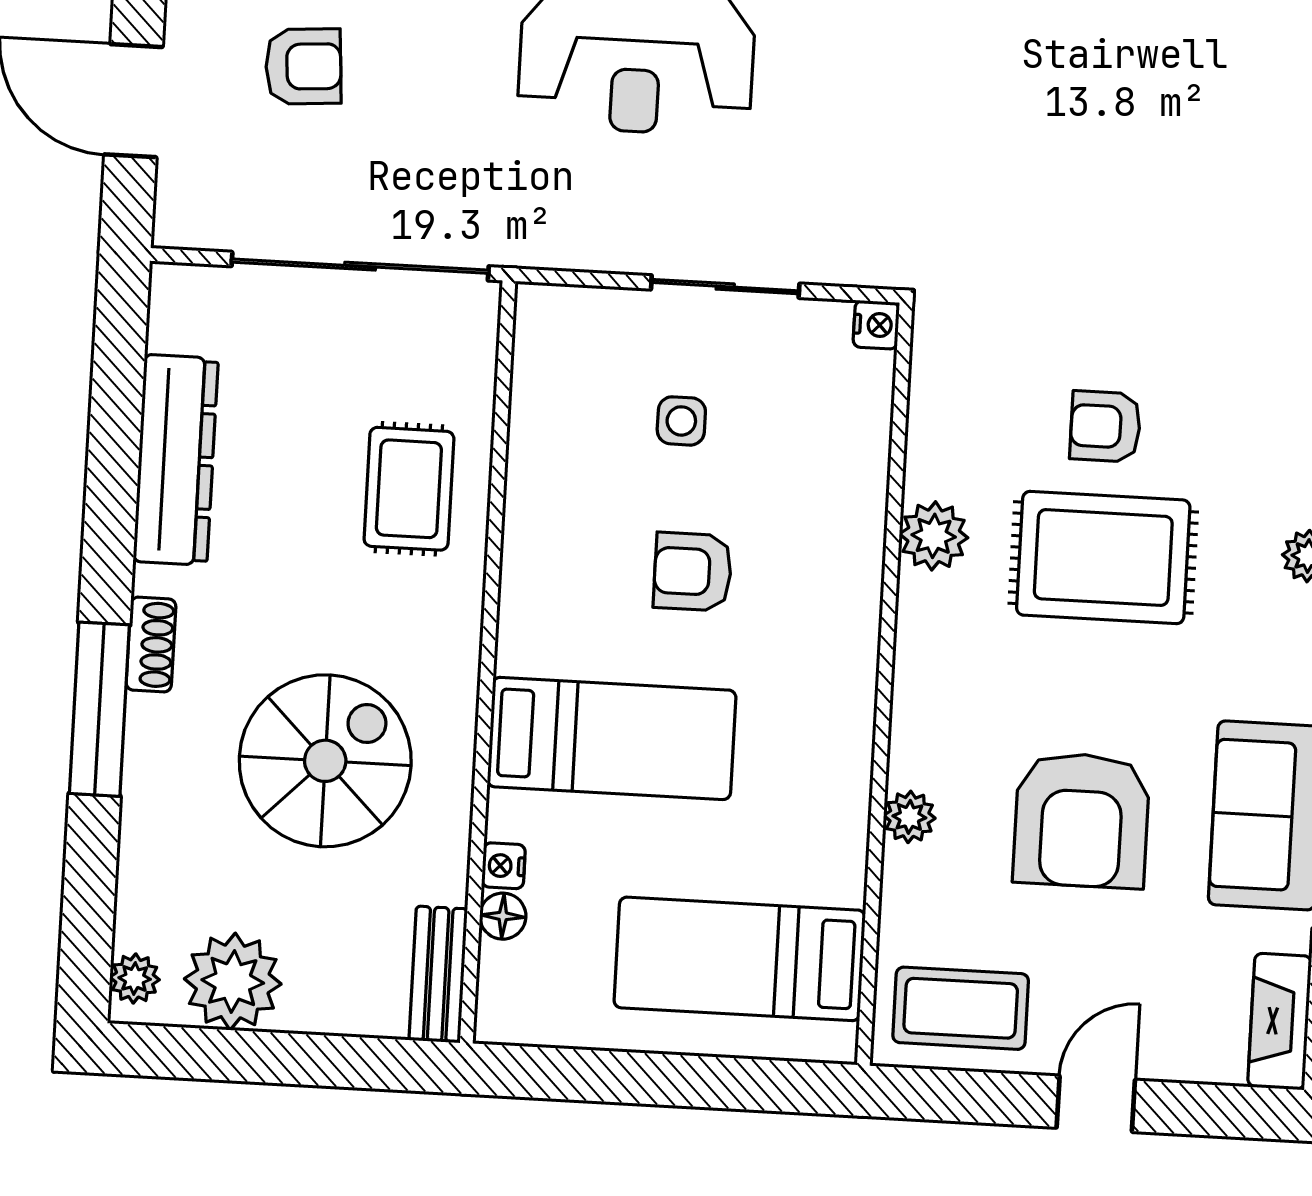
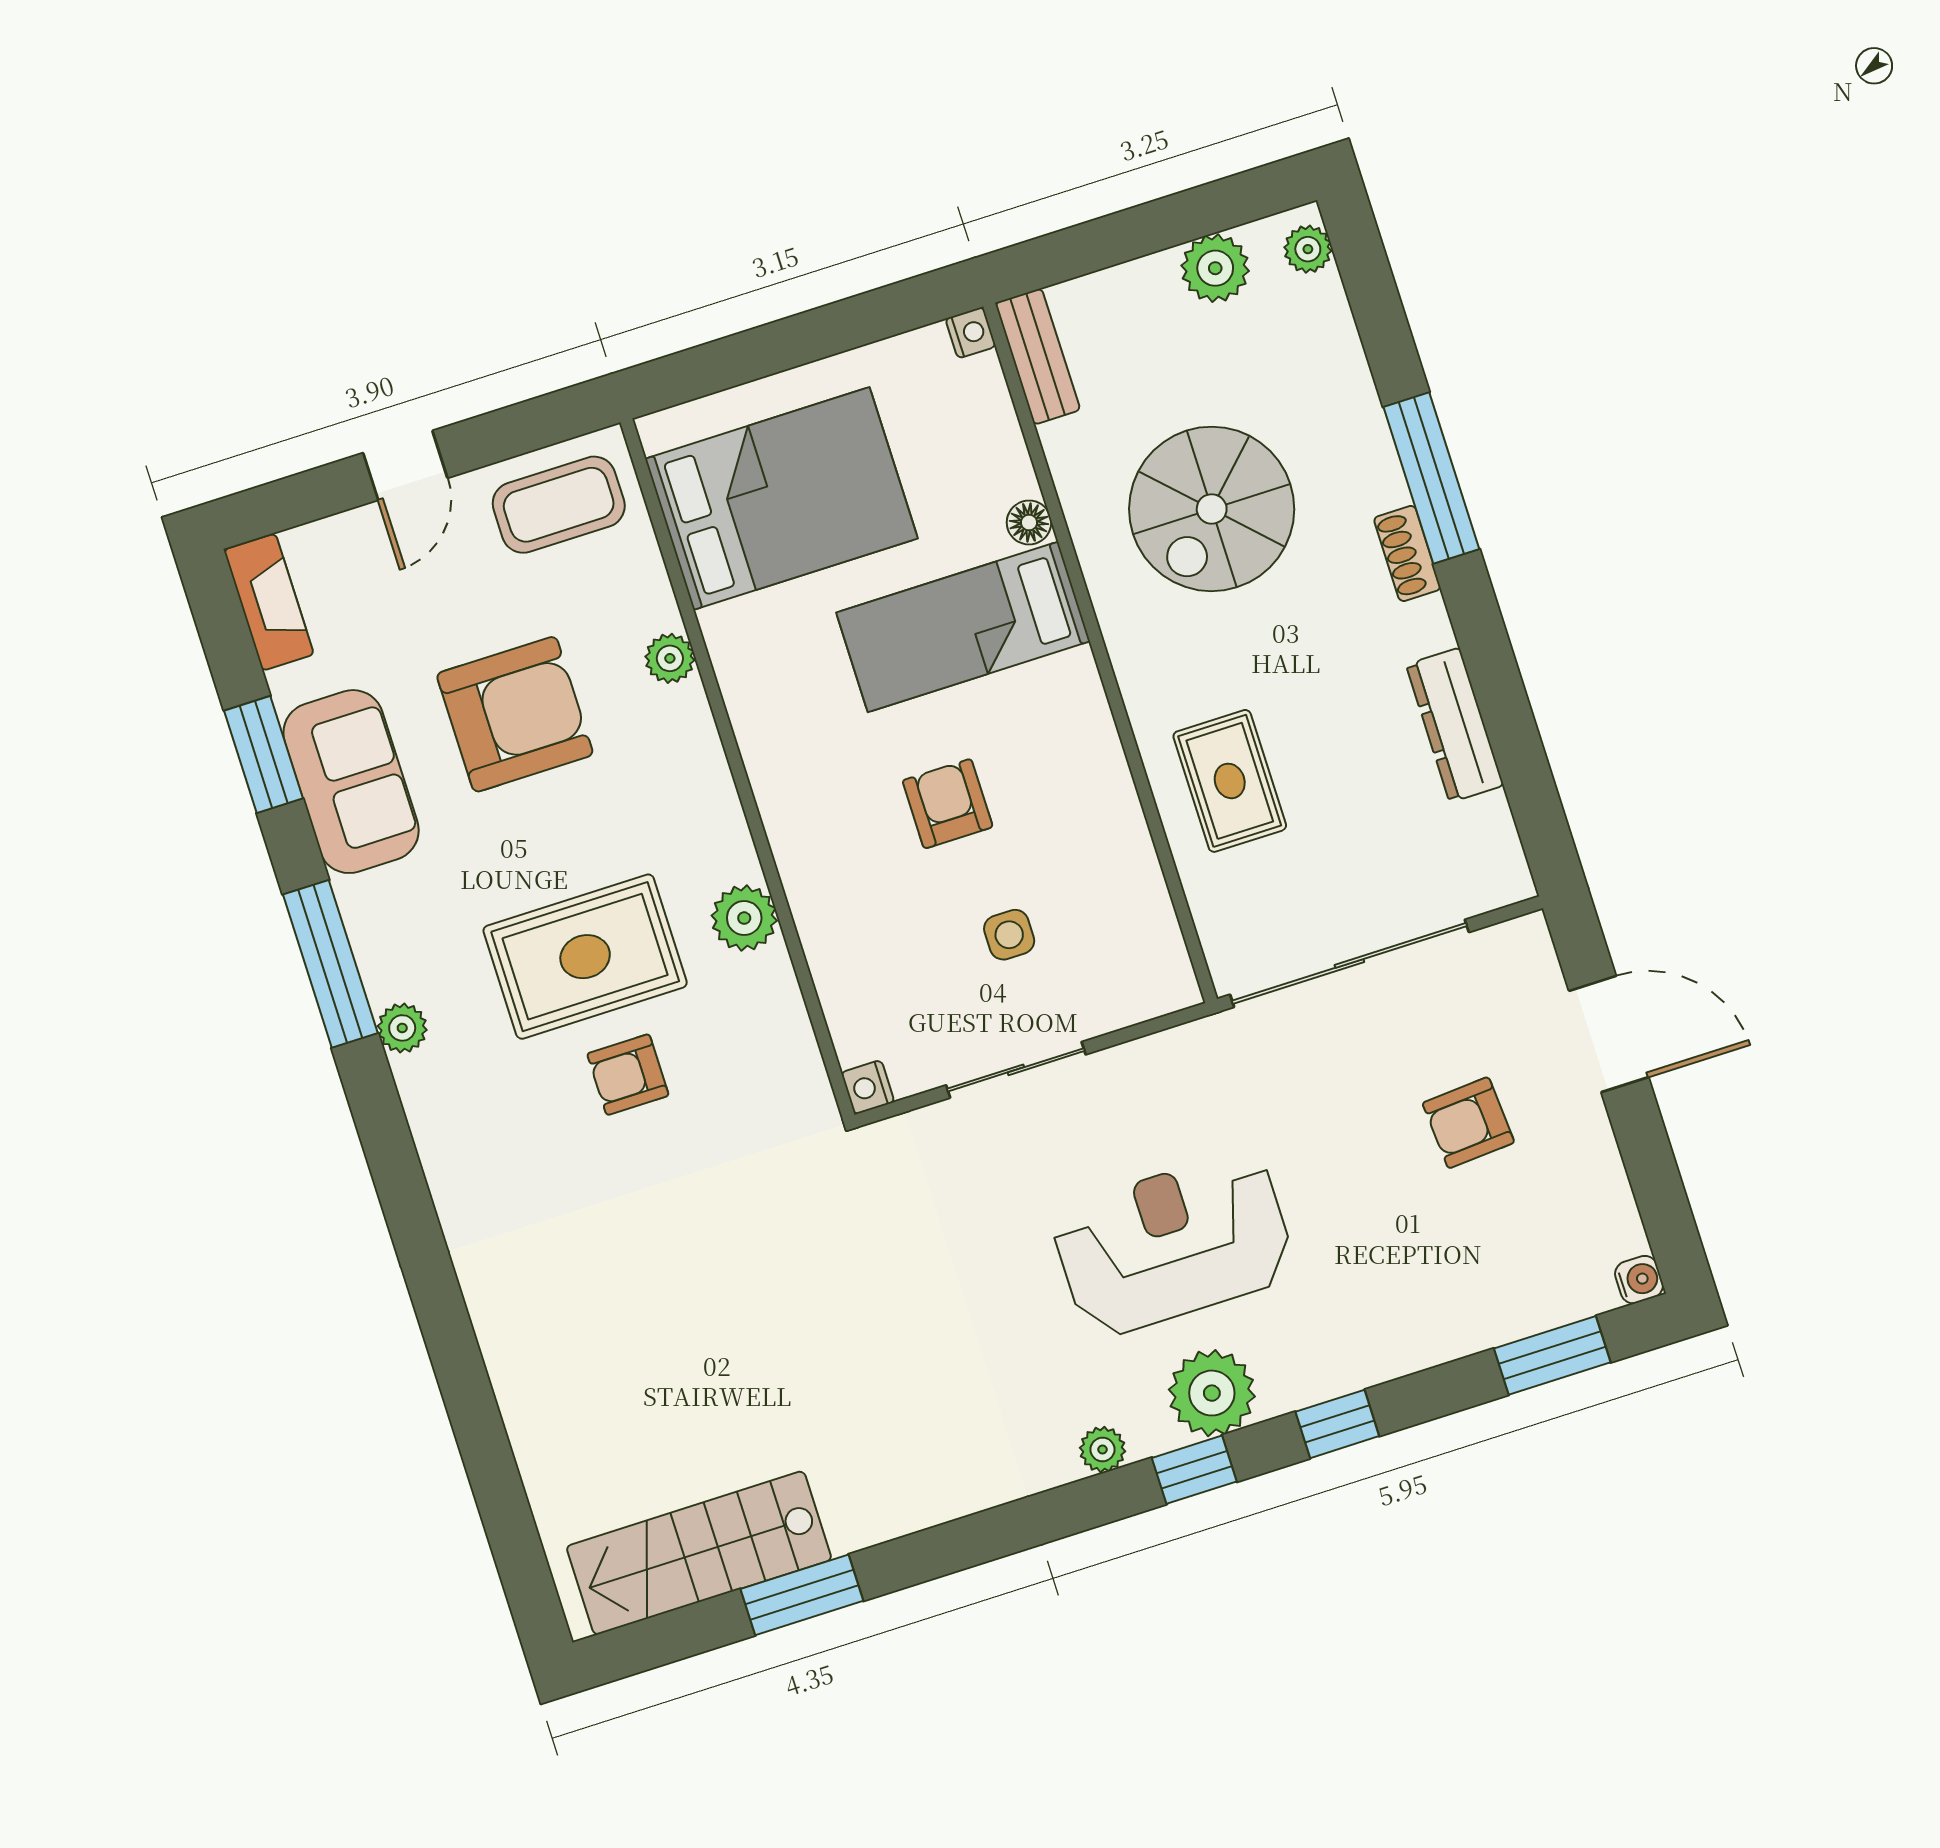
armchair: (1105, 426) -> (628, 1075), turned 180
dresser: (176, 460) -> (1455, 725), width x0.73, depth x0.80
armchair: (693, 572) -> (948, 804), turned -90
armchair: (1081, 820) -> (515, 714), turned 90
nightstand: (503, 866) -> (971, 333), moved
floor lamp: (503, 916) -> (1029, 522), moved
bed: (740, 959) -> (781, 499), width x1.50
plant: (233, 981) -> (1215, 268), width x0.73, depth x0.73

